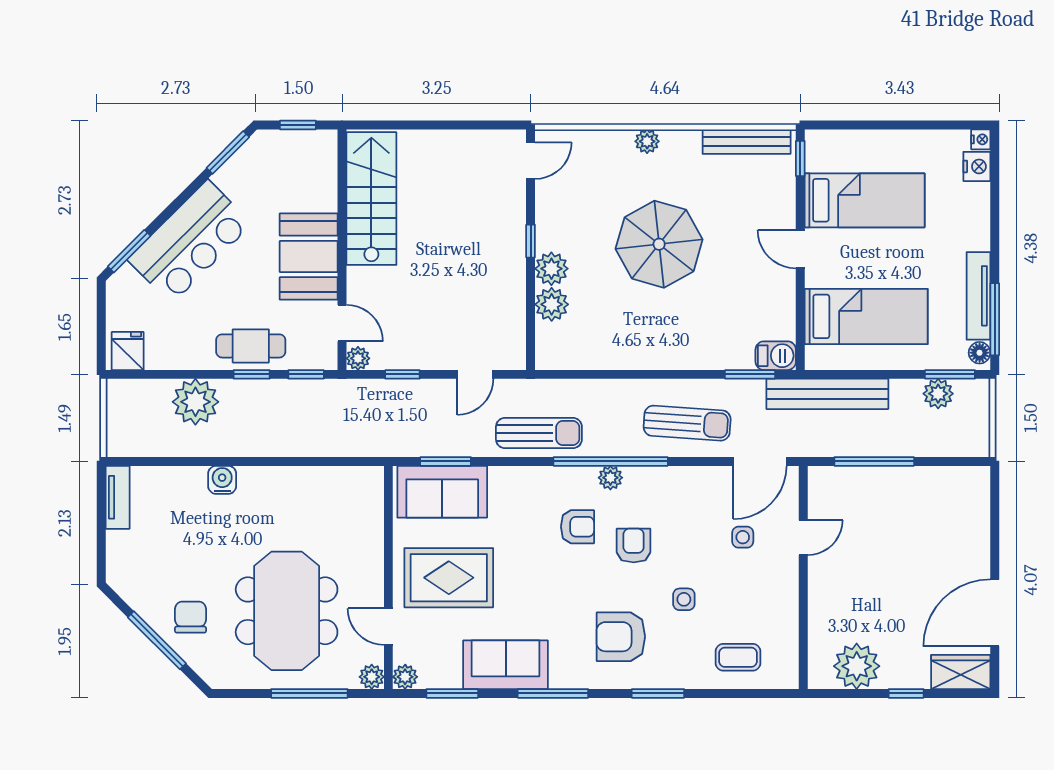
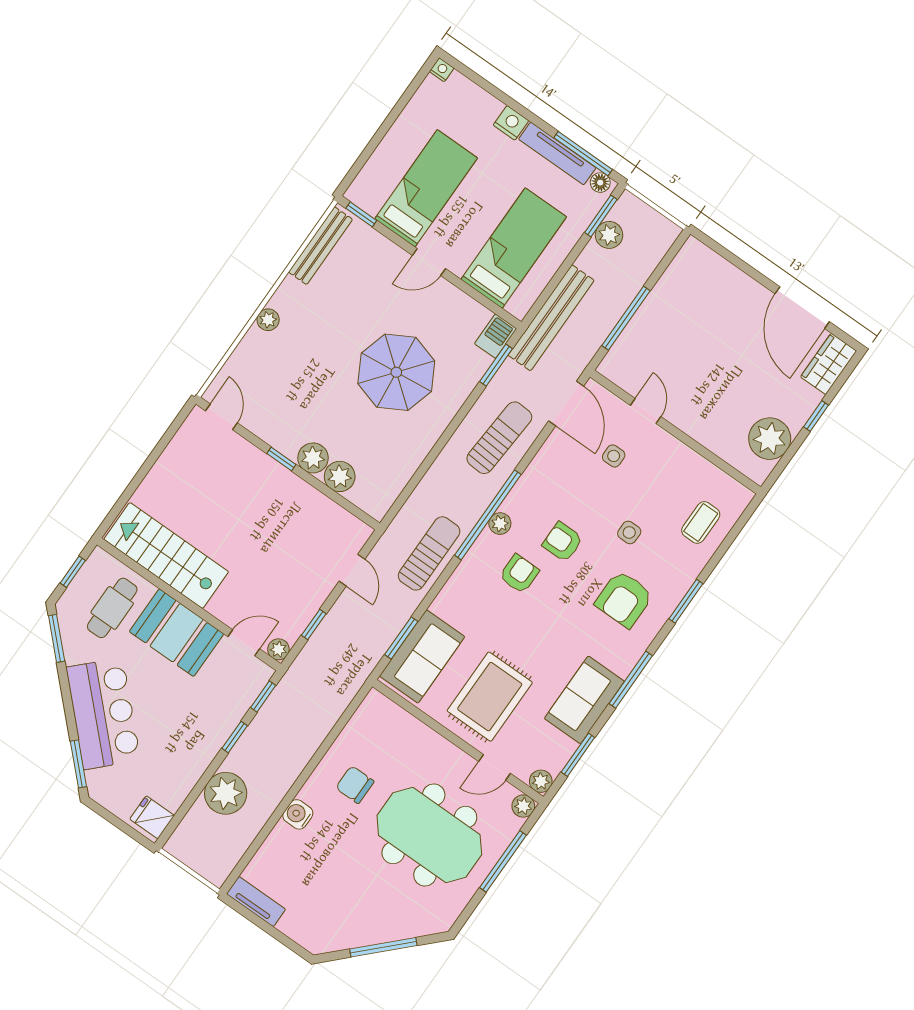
nightstand: (977, 166) -> (511, 123), moved
parasol: (659, 244) -> (396, 372), moved
cafe table: (251, 346) -> (112, 608), moved
chair: (190, 617) -> (355, 785), moved

